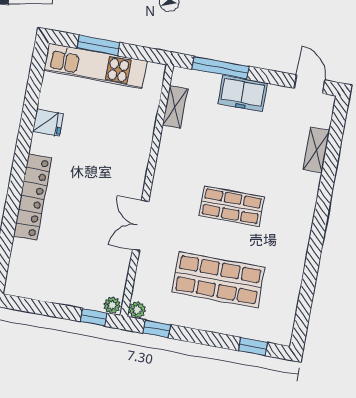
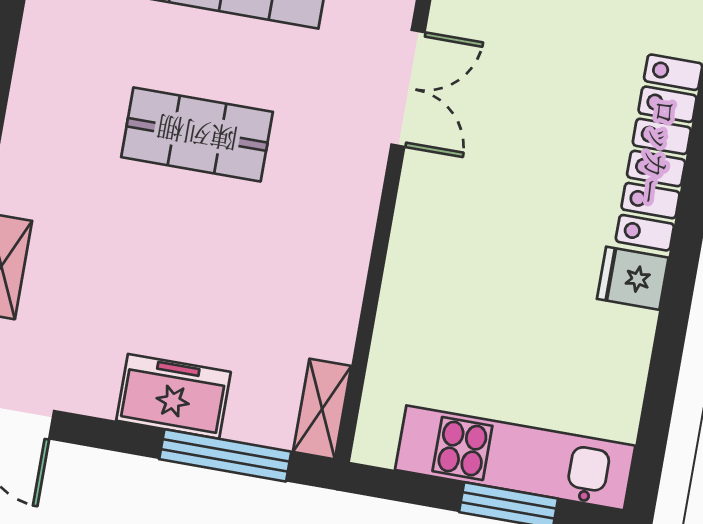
shelving: (175, 107) -> (322, 409), moved
fridge: (48, 123) -> (633, 278), moved

